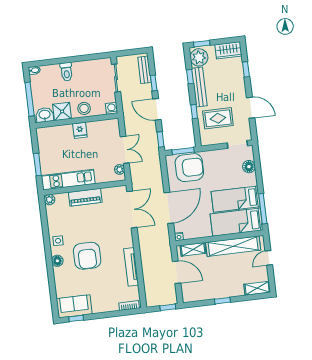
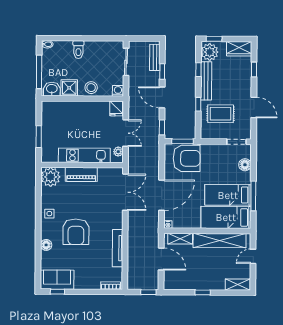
fridge: (80, 130) -> (116, 109), moved
kitchen unit: (68, 180) -> (84, 155), moved
plant: (49, 200) -> (51, 177), width x1.87, depth x1.87
window: (263, 209) -> (253, 196), moved
floor lamp: (57, 261) -> (46, 245), moved

